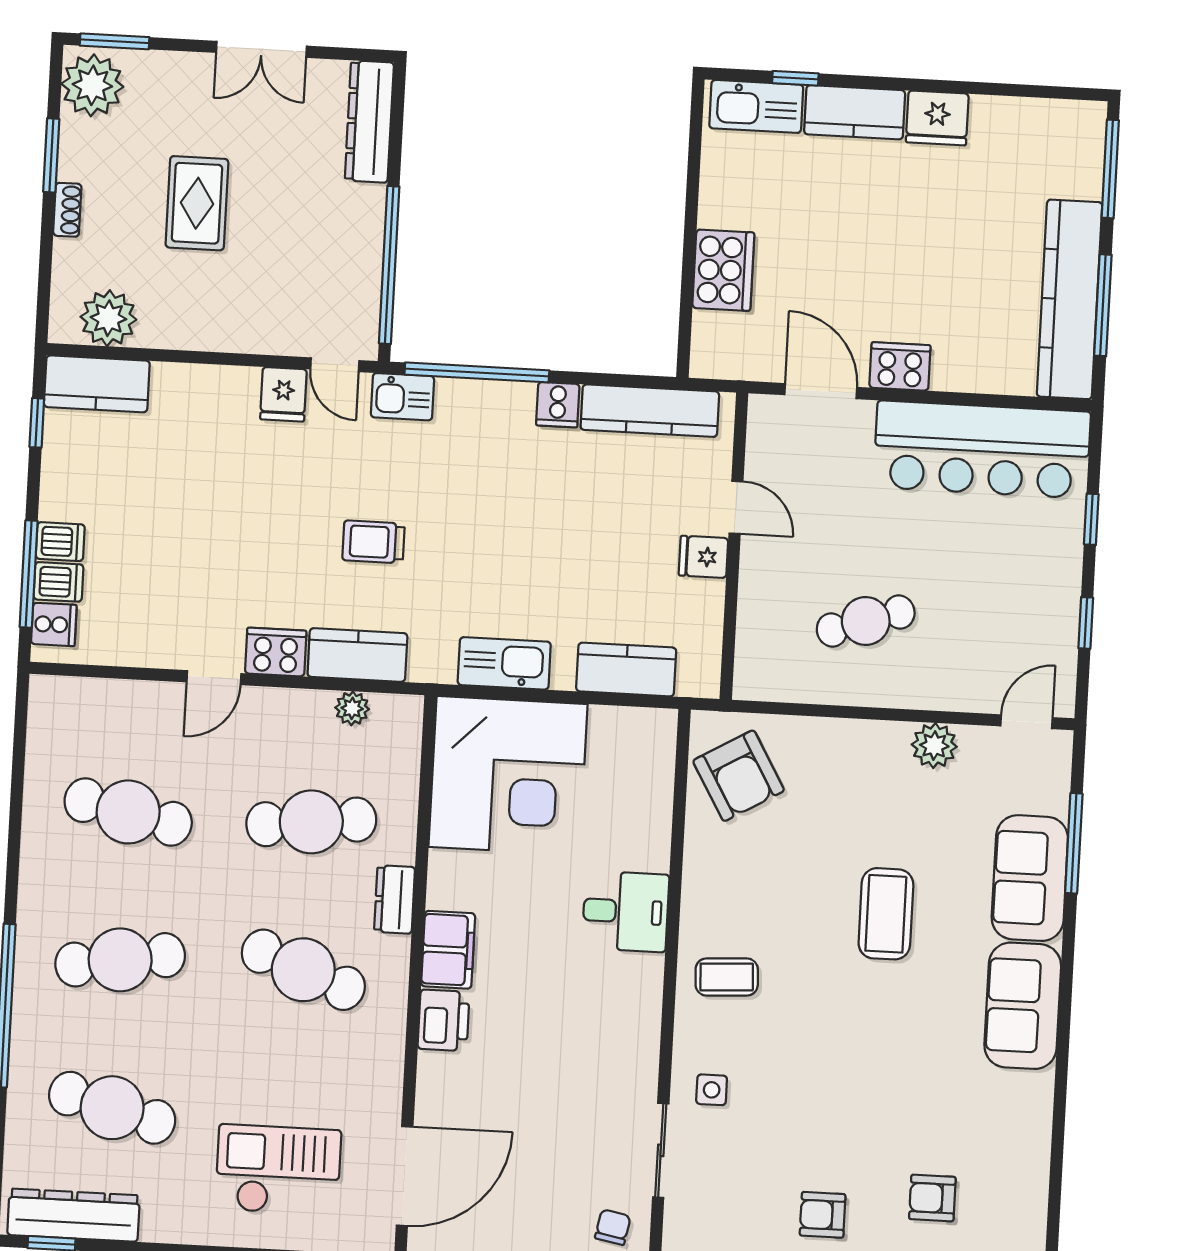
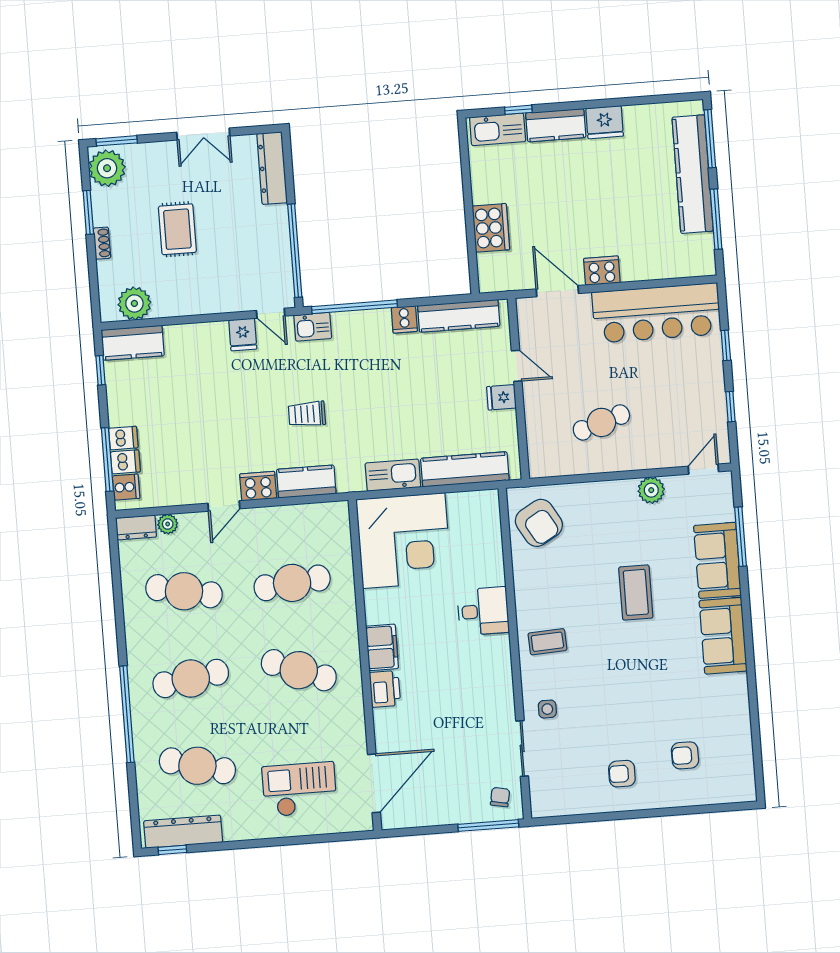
kitchen counter: (1069, 299) -> (693, 174), moved
kitchen counter: (626, 669) -> (465, 469), width x1.50
plant: (352, 708) -> (168, 524), moved
dresser: (395, 899) -> (136, 527), moved, turned -90

